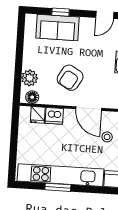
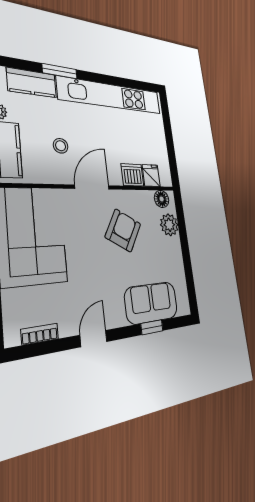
door: (89, 109) -> (92, 187), hinge flipped
window: (58, 187) -> (60, 71), moved

